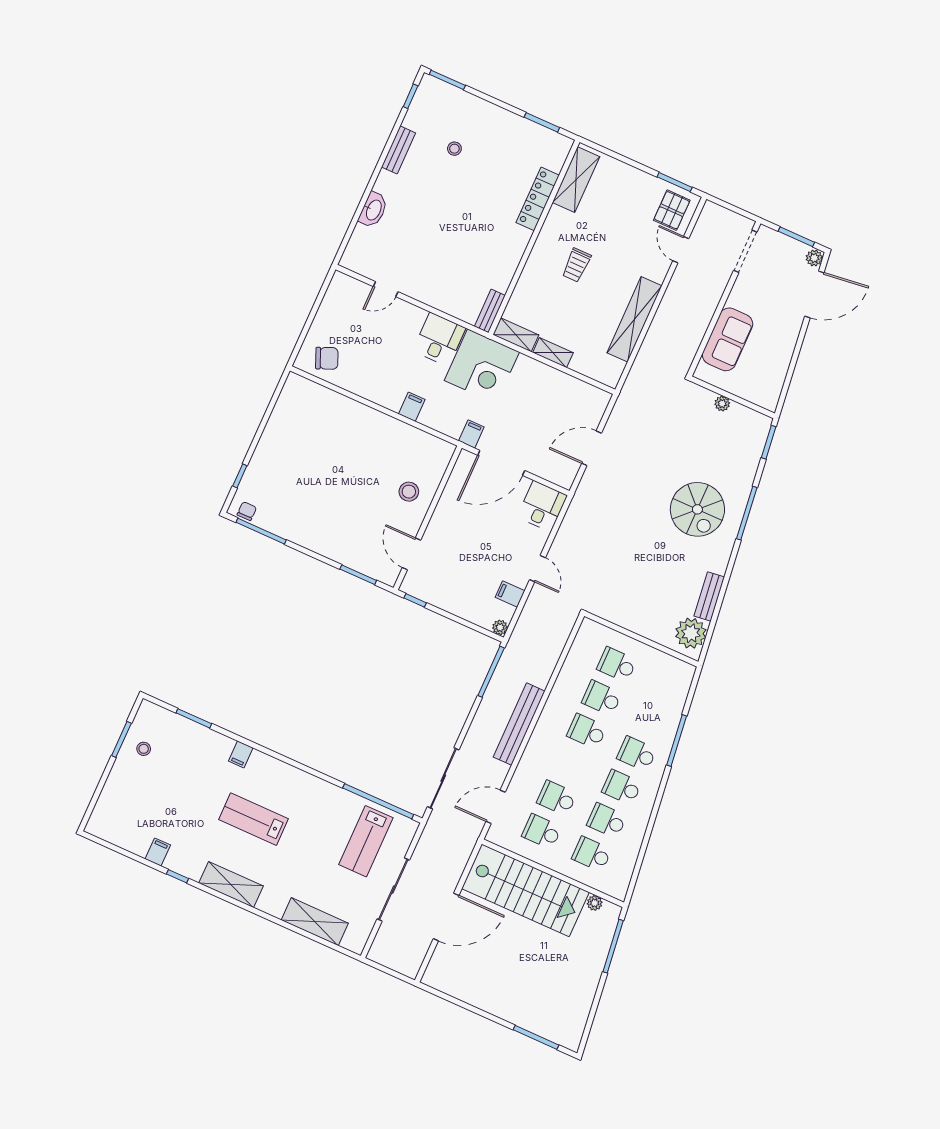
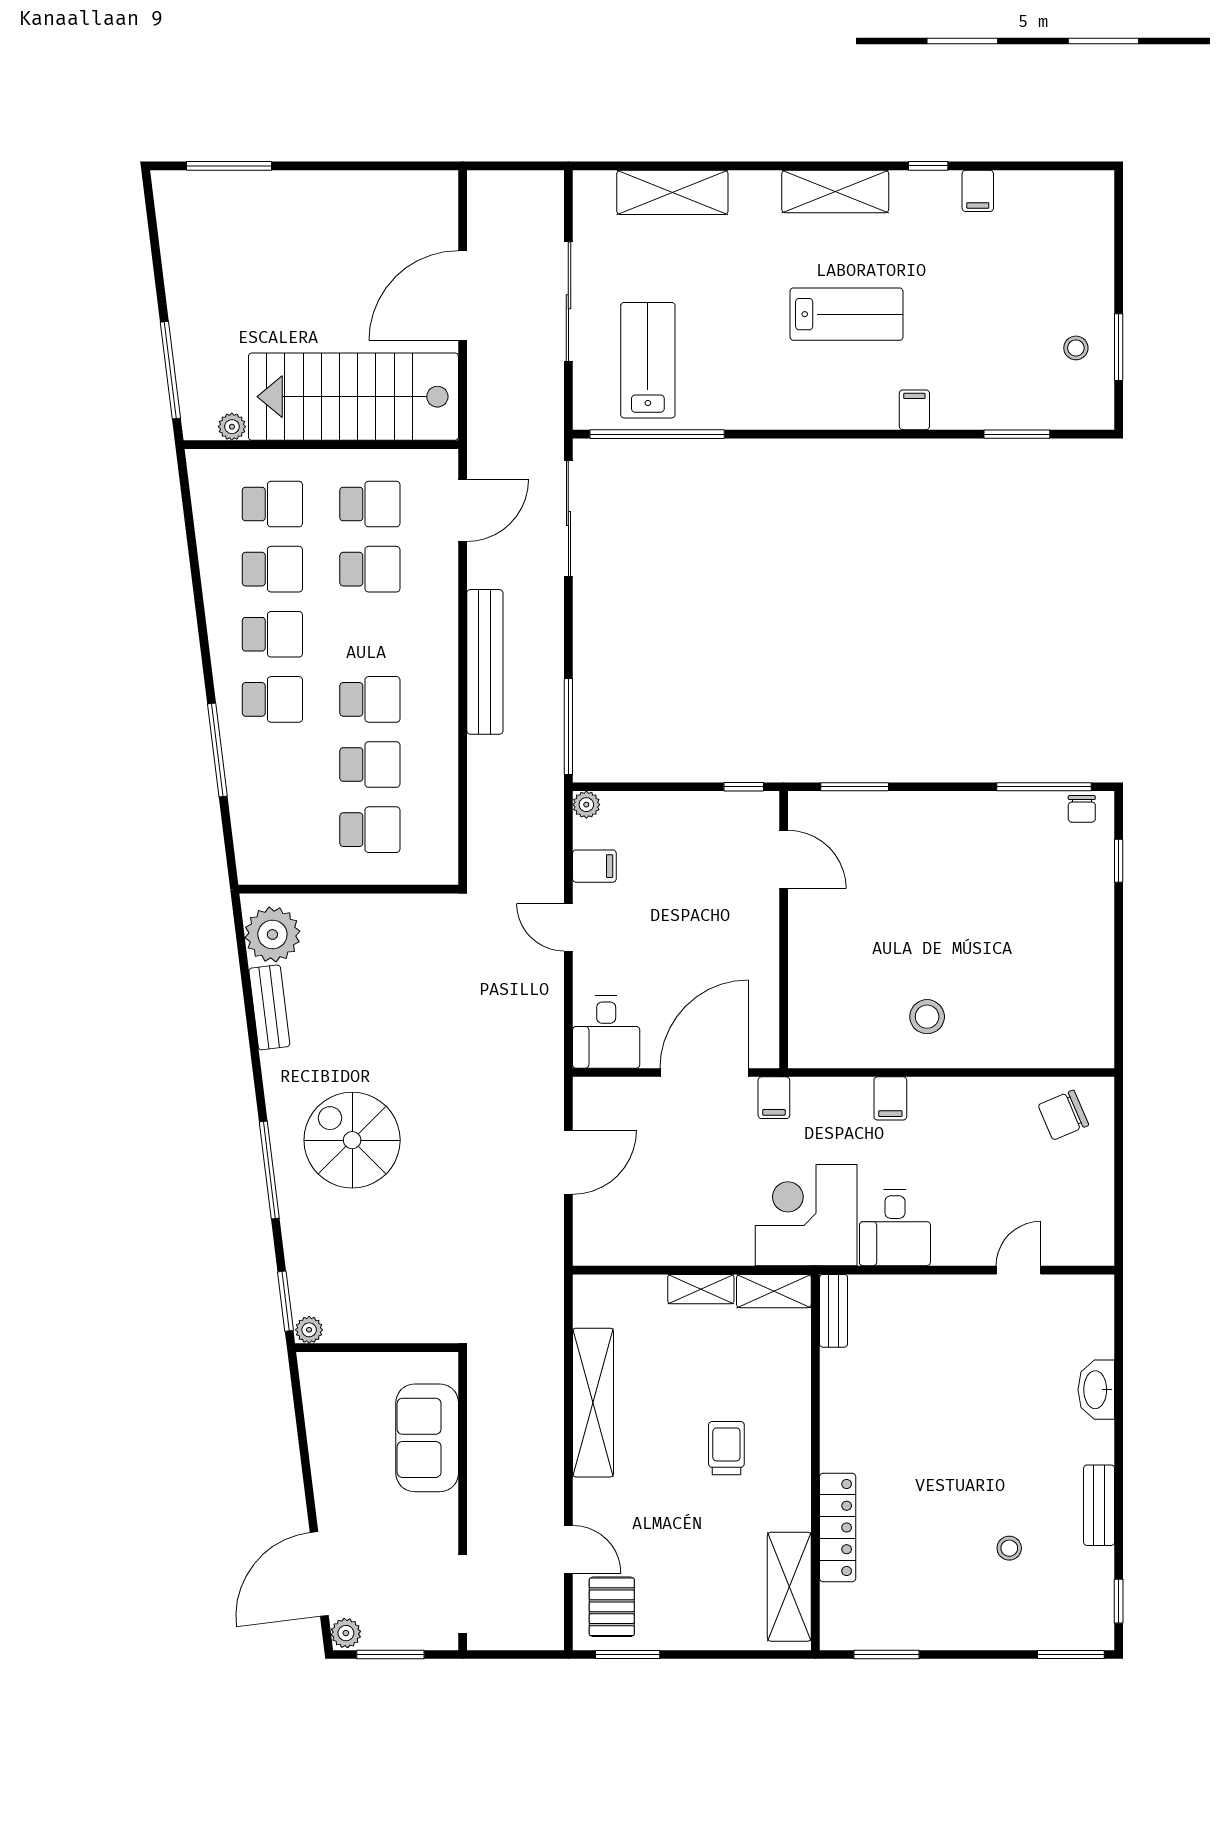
plant: (722, 404) -> (309, 1330), moved
stool: (409, 492) -> (927, 1017), moved

